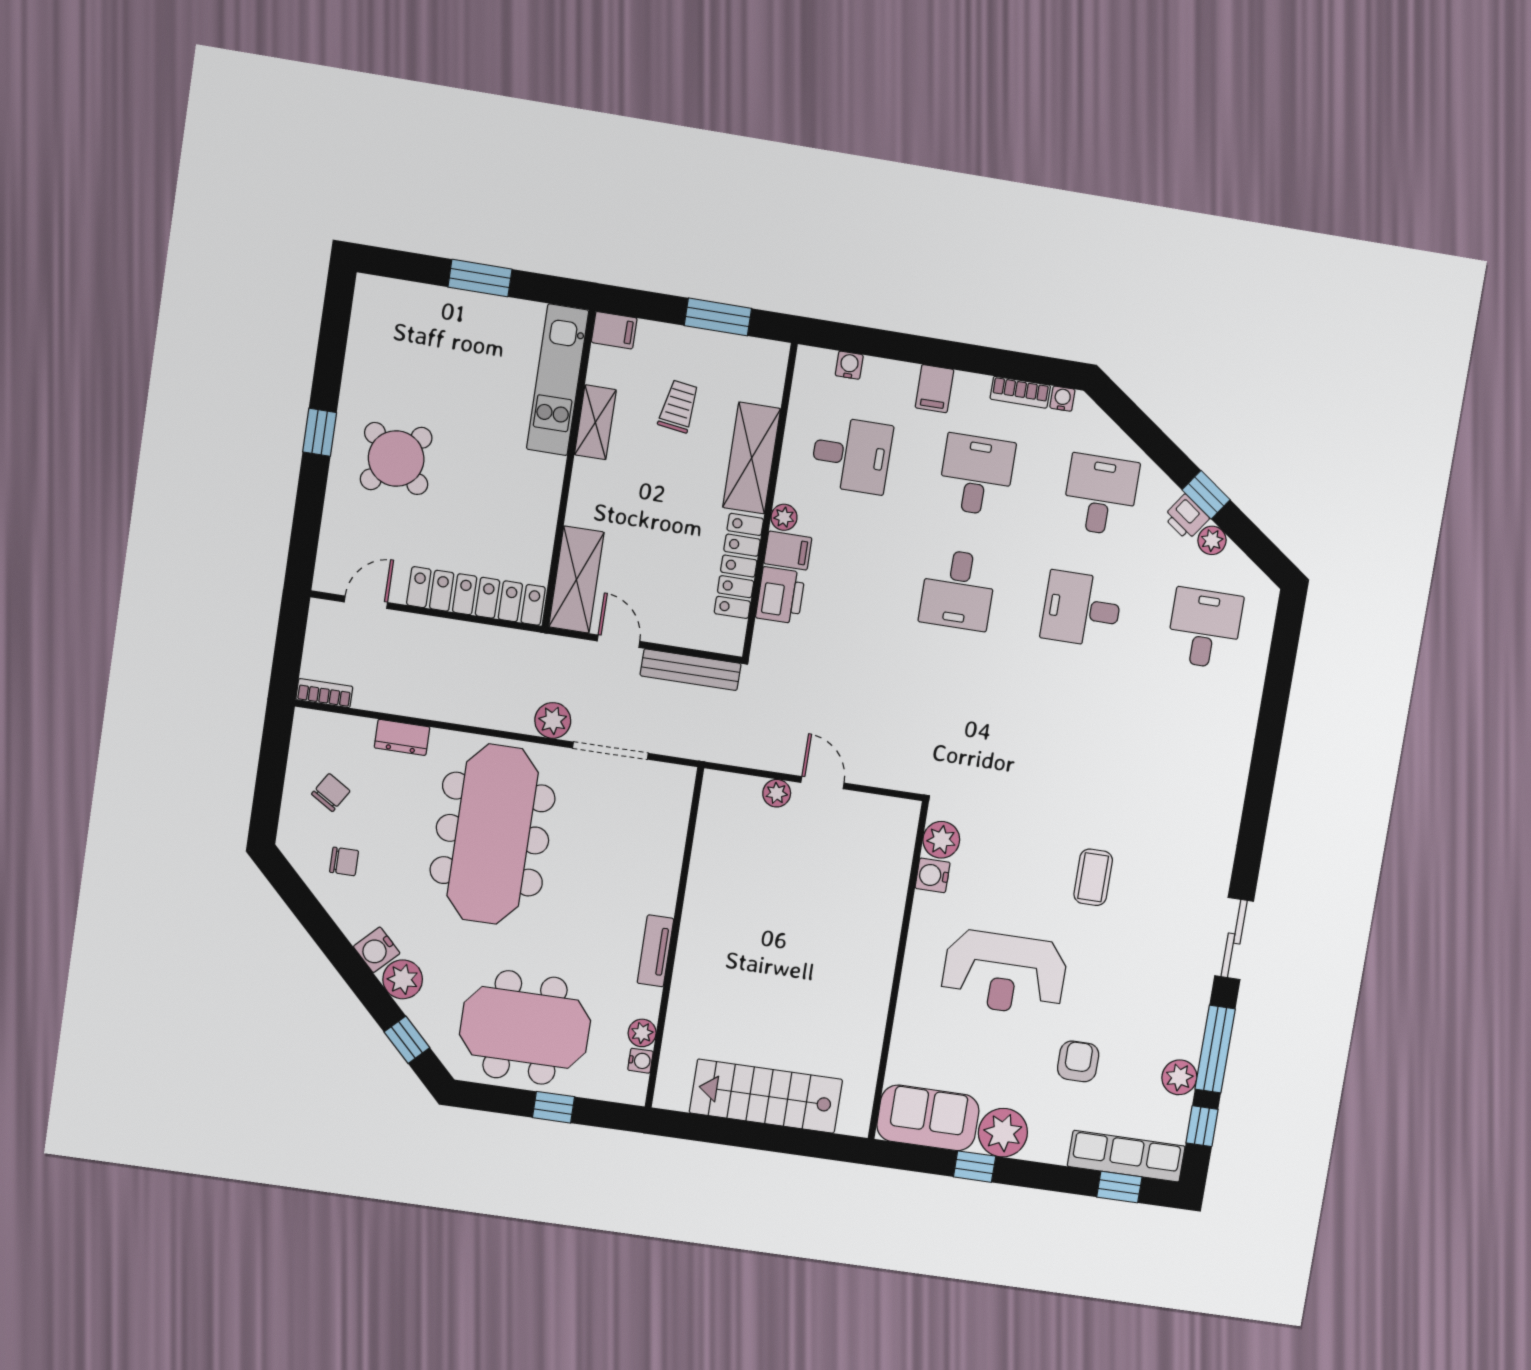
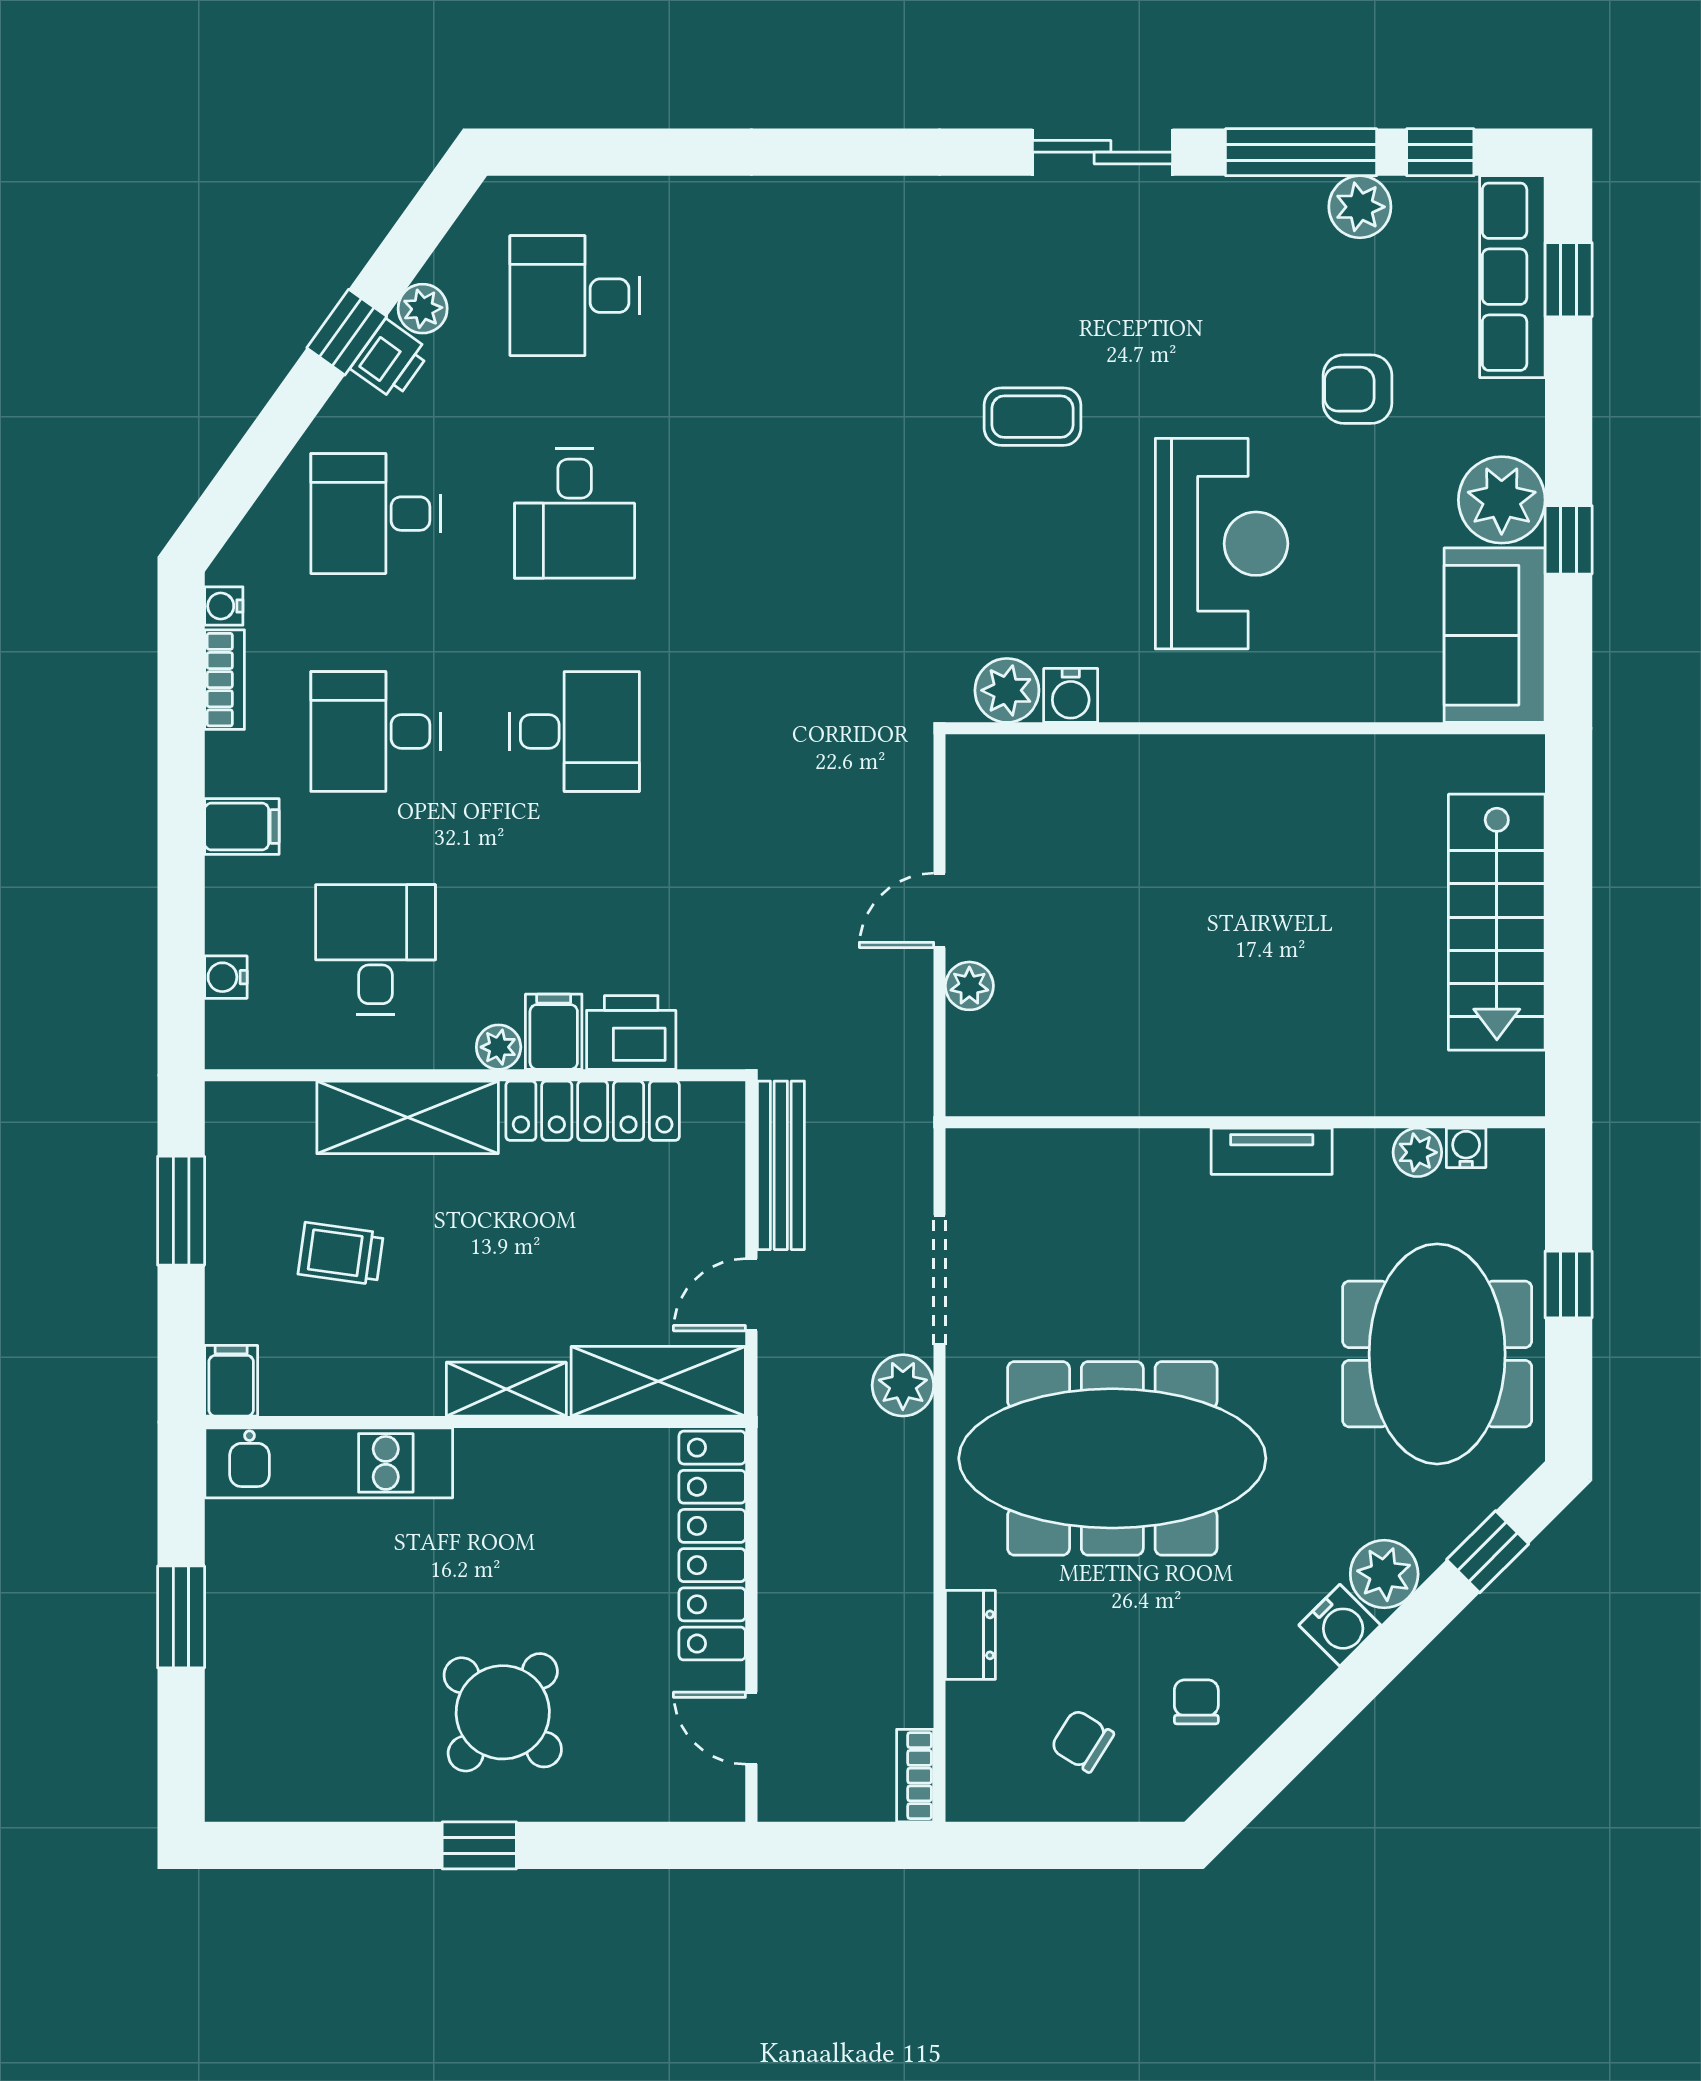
shelving: (595, 422) -> (506, 1389), moved

